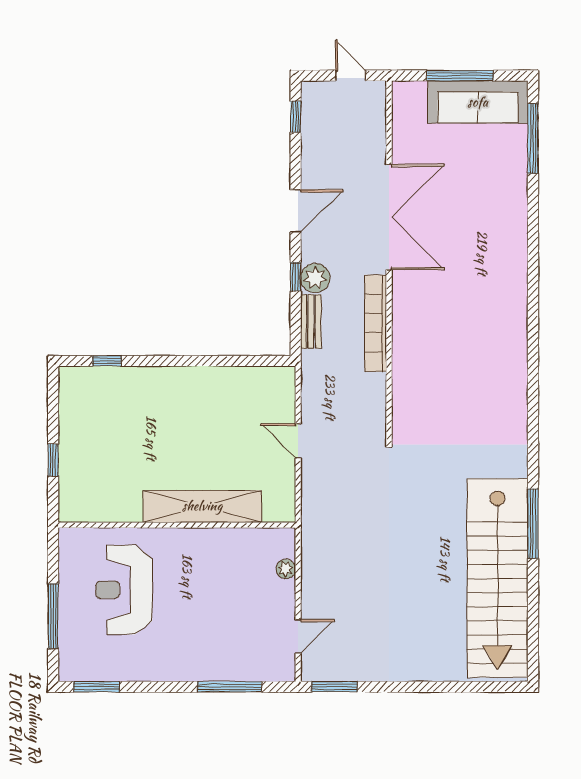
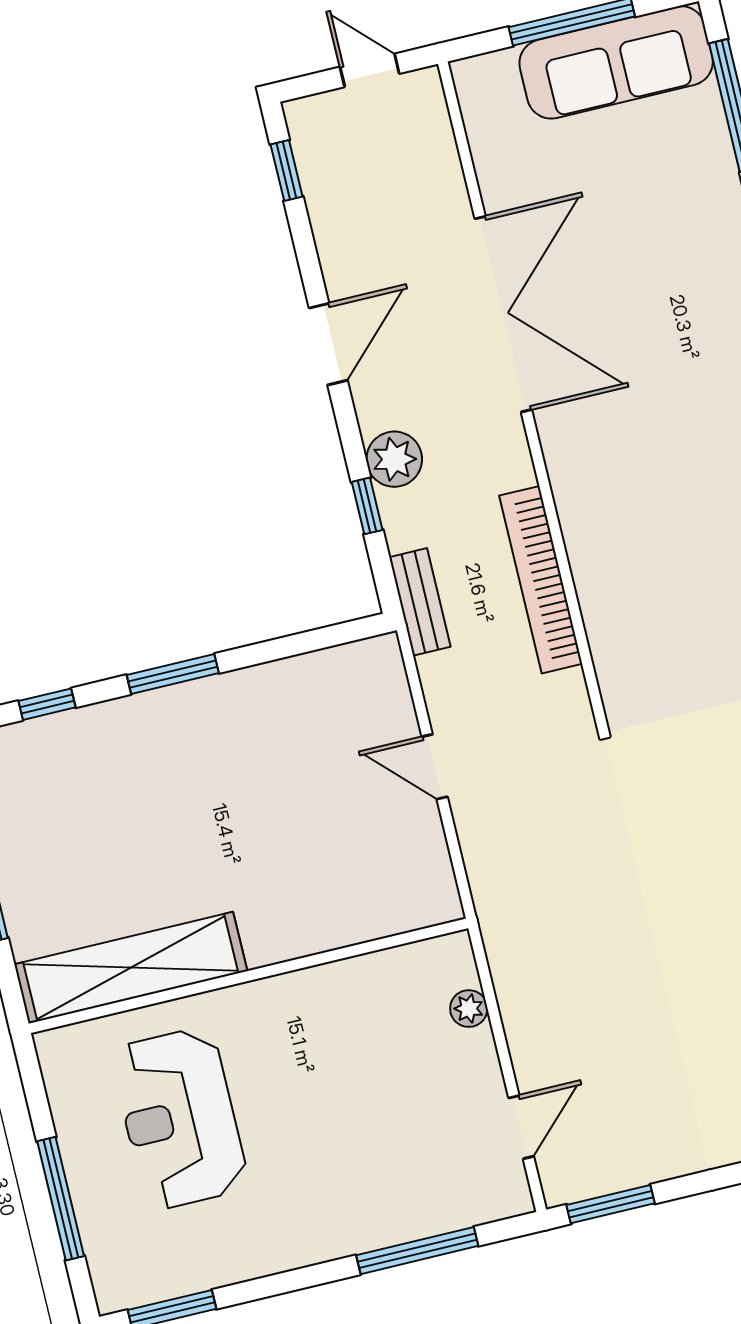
window: (296, 277) -> (367, 506), moved
bench: (311, 321) -> (420, 602), moved
bookcase: (376, 323) -> (541, 580), moved
window: (175, 361) -> (173, 674), added
shelving: (202, 506) -> (131, 968), moved

